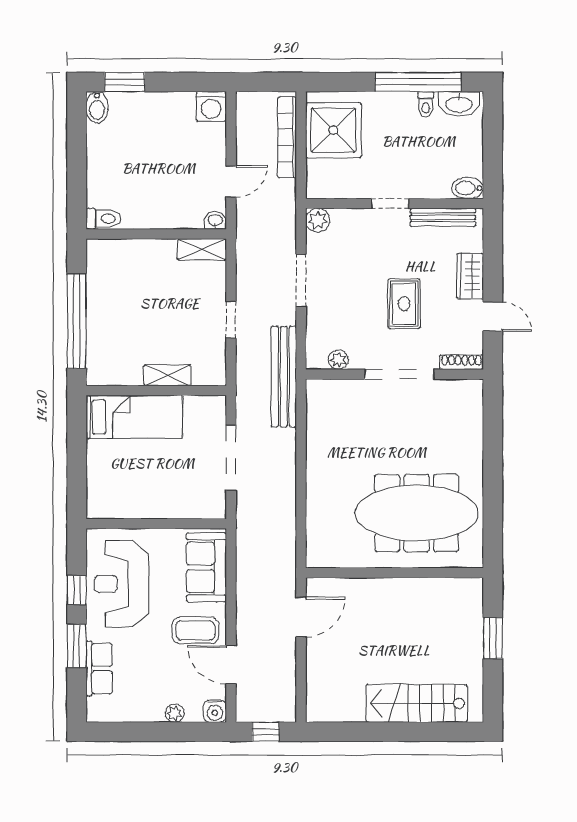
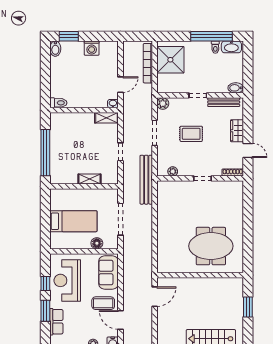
washing machine: (211, 106) -> (92, 48), moved
rug: (404, 304) -> (191, 134), moved, turned 90
doorway: (399, 374) -> (202, 178), width x0.53
bed: (134, 417) -> (73, 221), moved
floor lamp: (182, 507) -> (97, 243), added
meeting table: (417, 513) -> (211, 246), width x0.73

